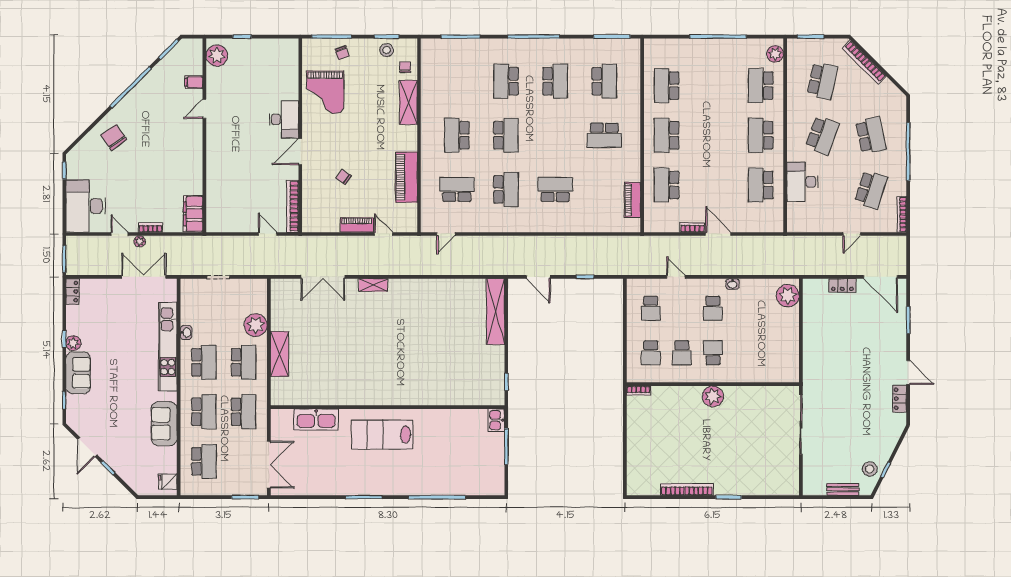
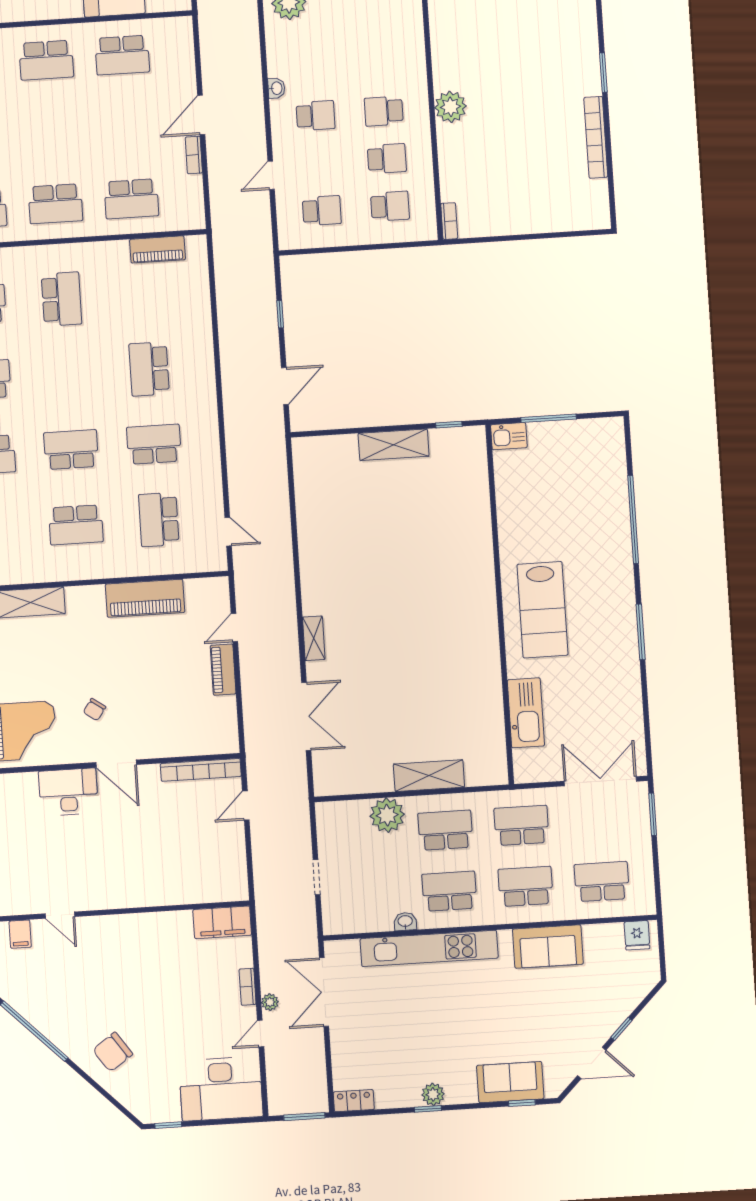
chair: (344, 177) -> (94, 710), moved
shelving: (496, 312) -> (394, 445), moved, width x0.68
sofa: (78, 373) -> (510, 1082), moved

